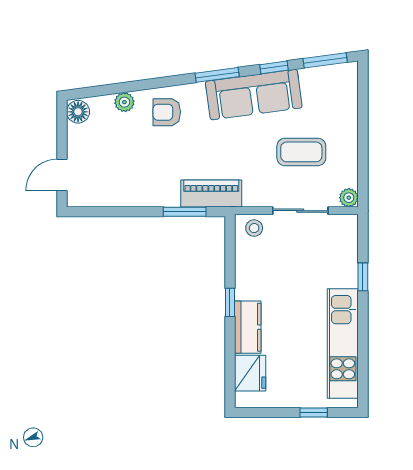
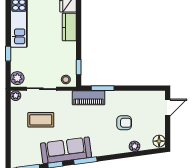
armchair: (167, 112) -> (124, 123), moved
plant: (346, 231) -> (17, 78), added
window: (230, 302) -> (79, 67), moved

